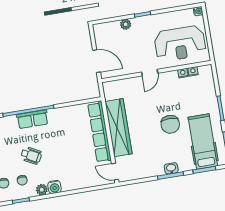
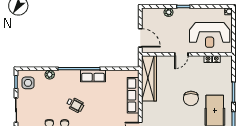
row of seats: (32, 119) -> (93, 76), moved
wardrobe: (118, 128) -> (149, 78), moved
row of seats: (100, 132) -> (133, 95), width x0.73

